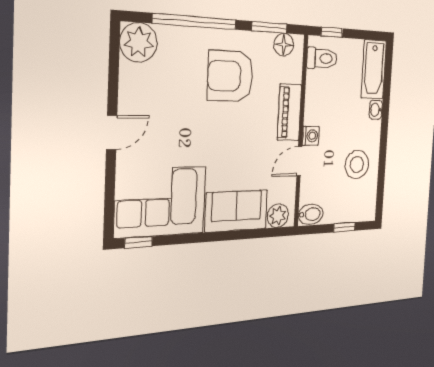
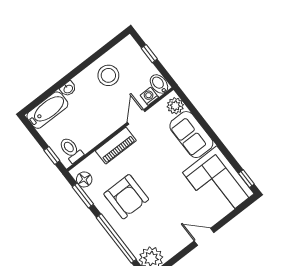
washing machine: (311, 136) -> (149, 96), moved
door: (299, 161) -> (136, 117), swing flipped

